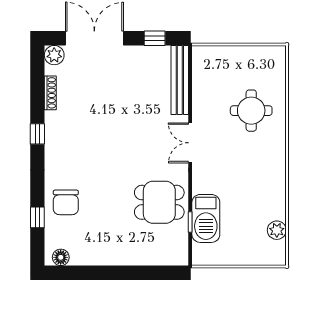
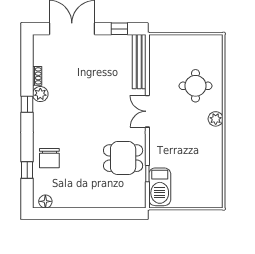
plant: (54, 55) -> (40, 94), moved
shoe rack: (50, 93) -> (37, 76), width x0.70
barbecue: (206, 218) -> (160, 187), moved
plant: (277, 230) -> (216, 119), moved

